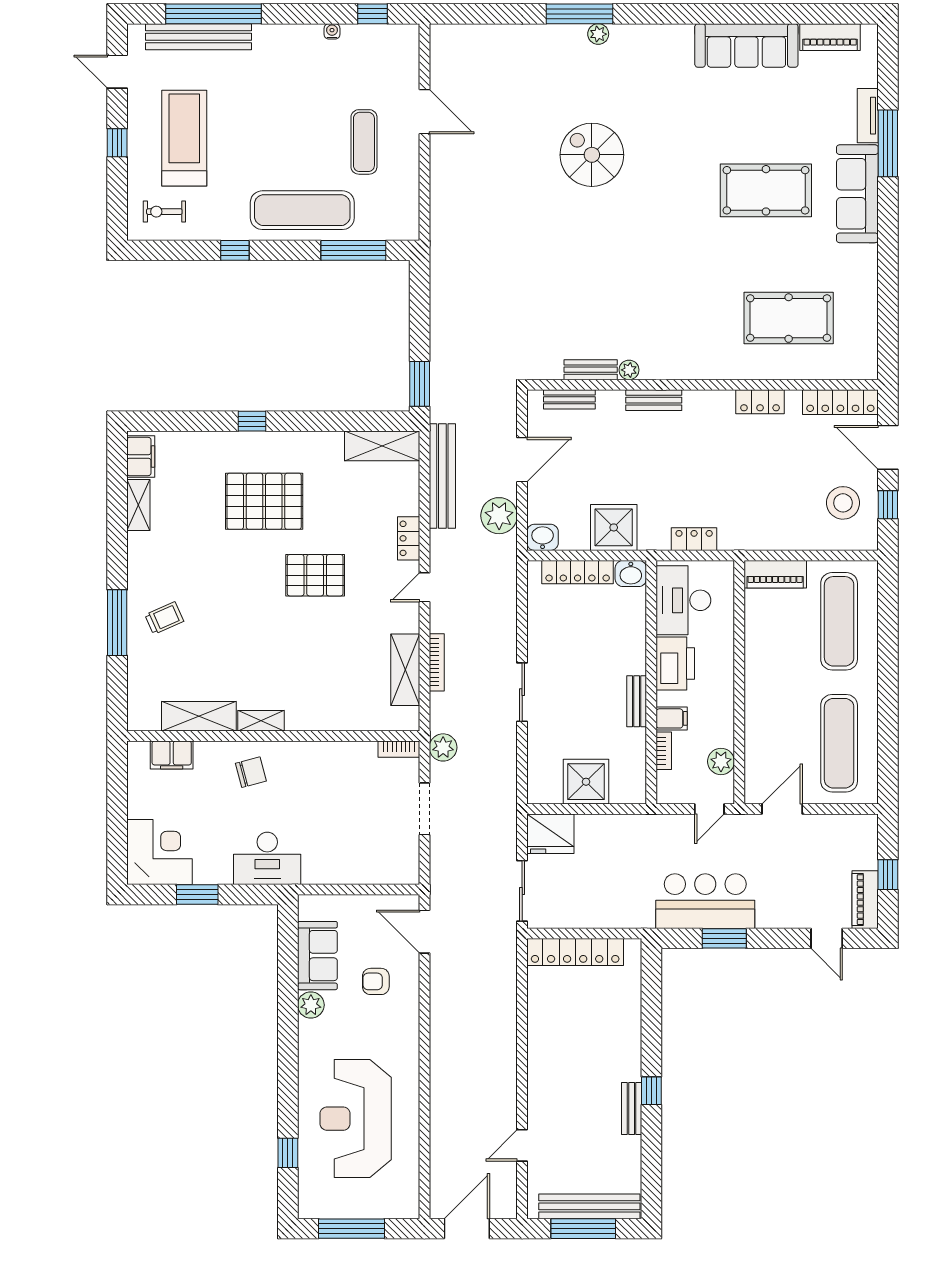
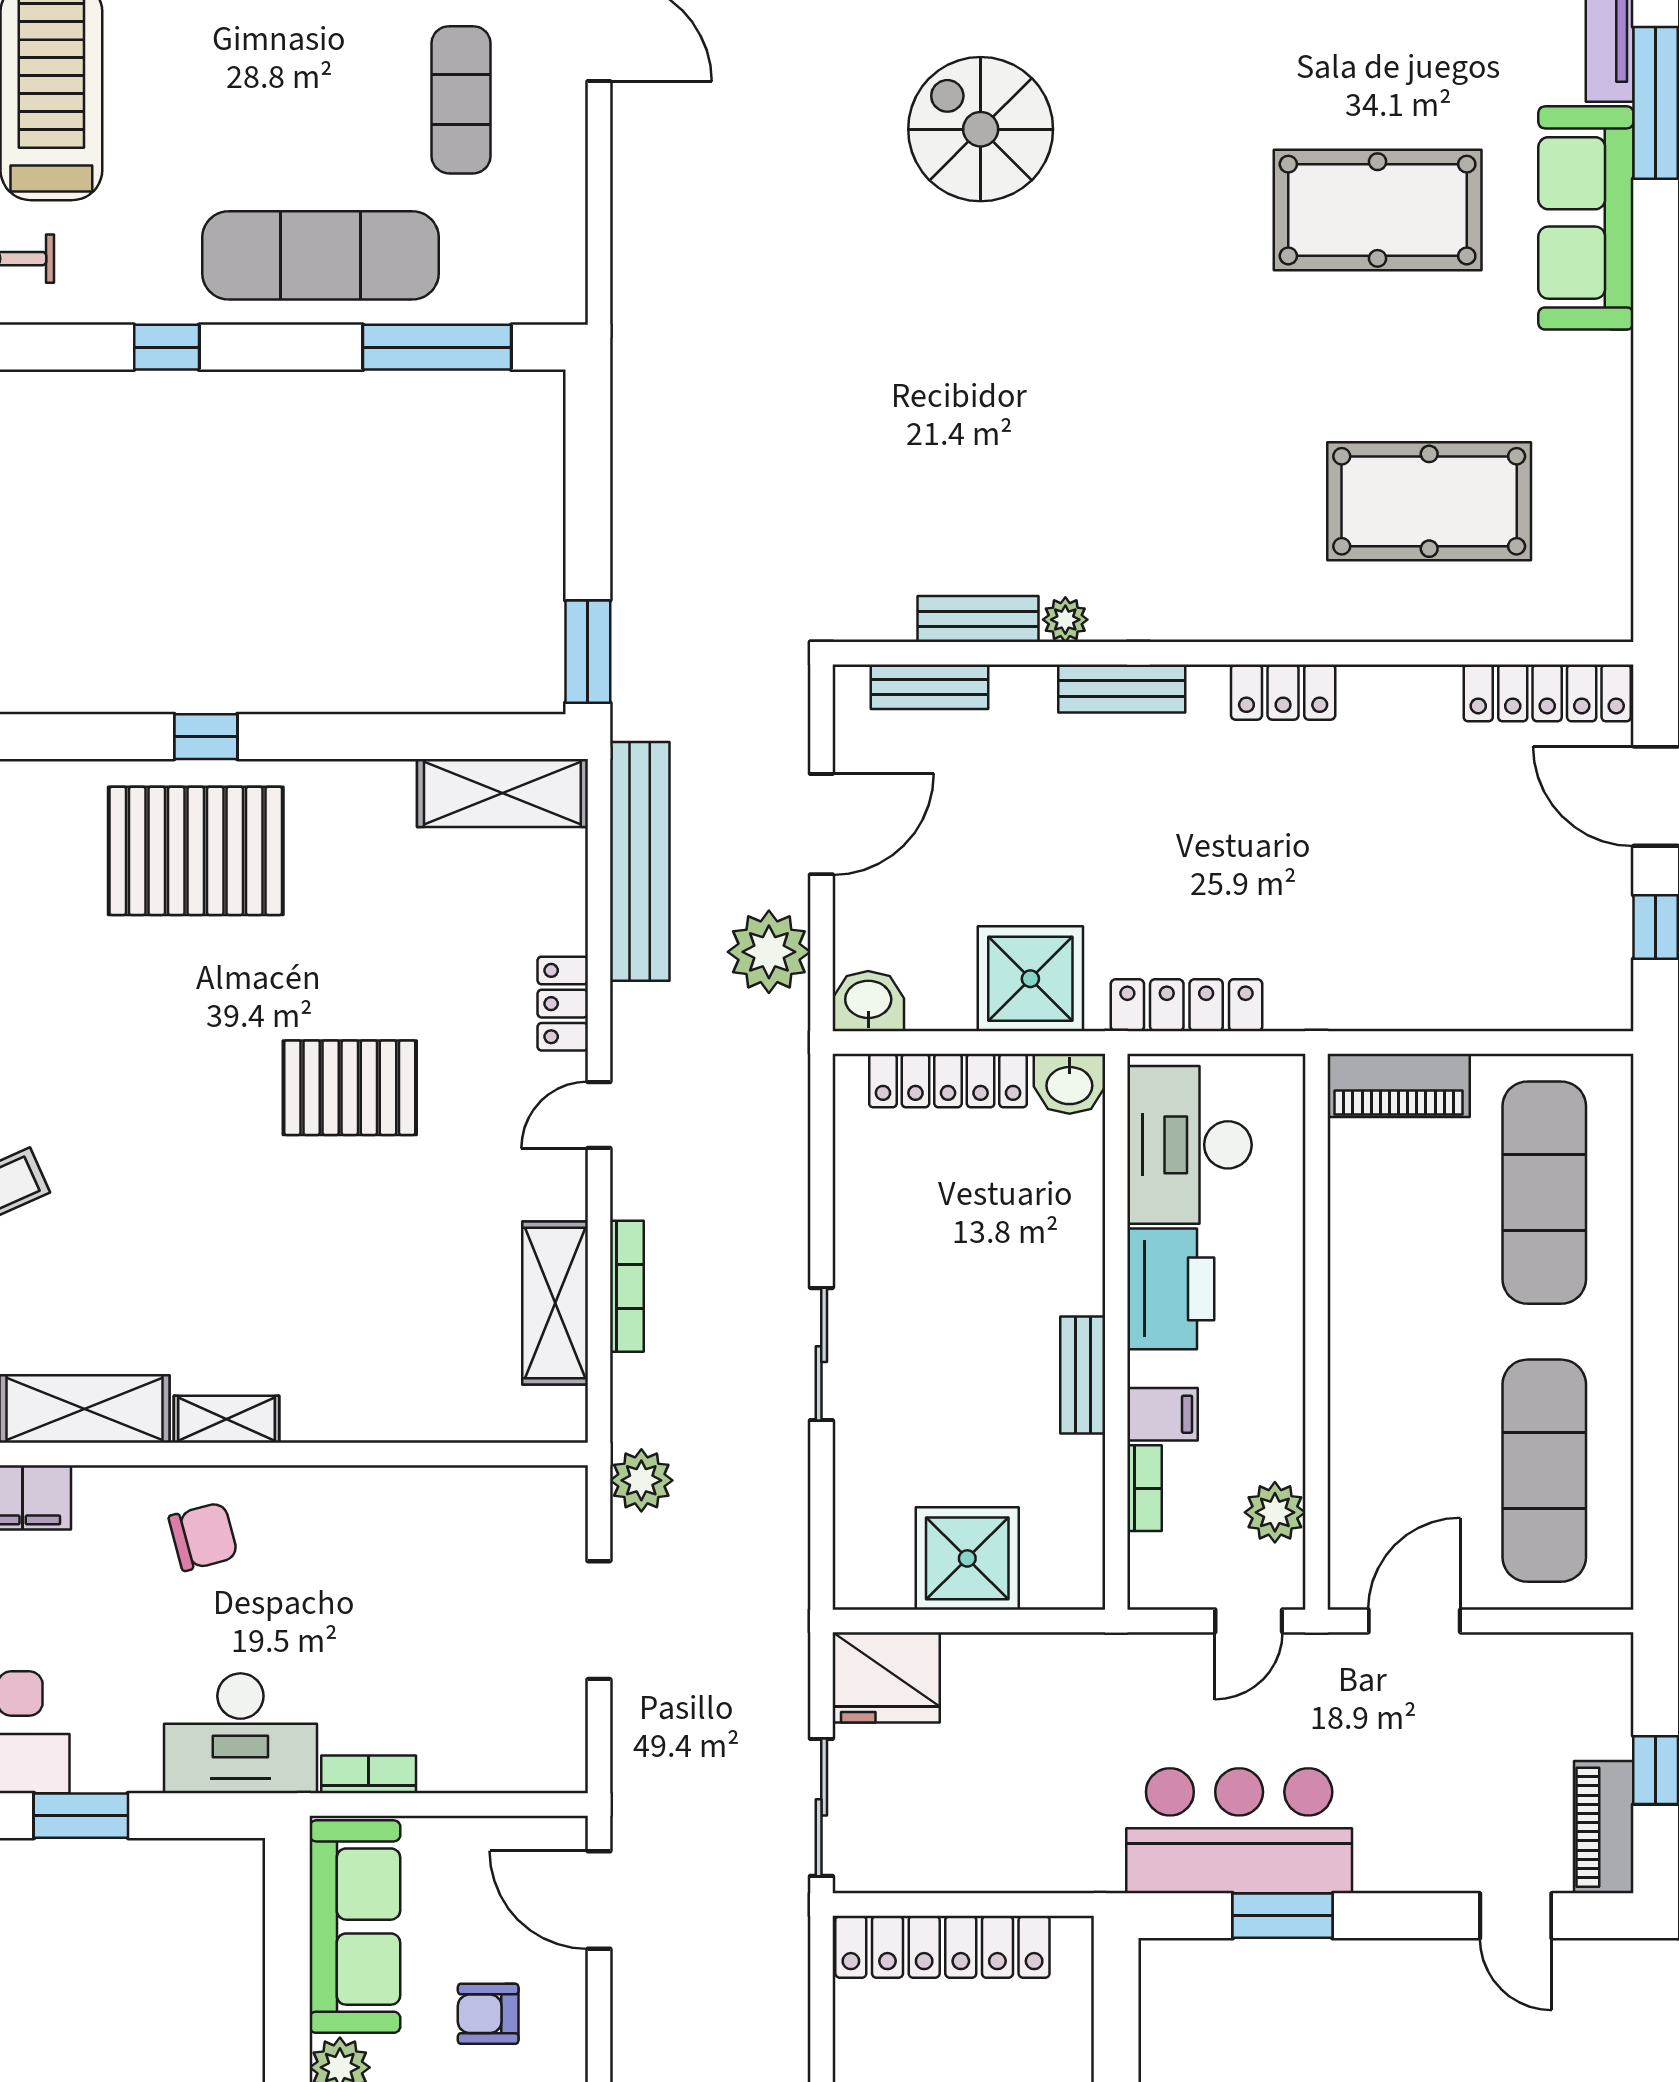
locker: (760, 402) -> (1283, 692), moved
pallet: (264, 501) -> (196, 851), moved
stool: (843, 503) -> (1553, 923), removed
locker: (694, 539) -> (1186, 1005), width x1.53
bookcase: (399, 749) -> (369, 1774), moved, turned 180
sofa: (317, 956) -> (355, 1927), width x1.36

